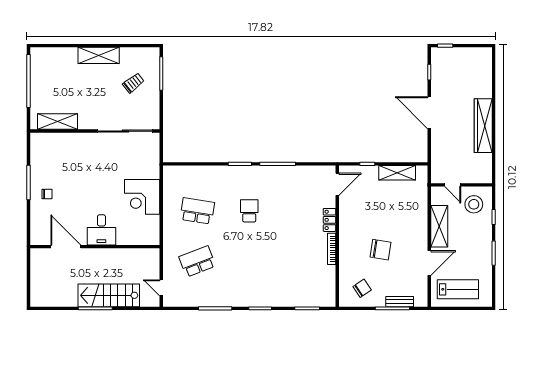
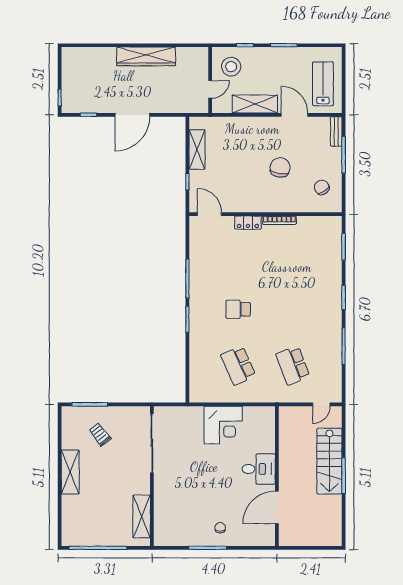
school desk: (197, 211) -> (238, 365), turned -33
bench: (400, 302) -> (336, 131), moved

